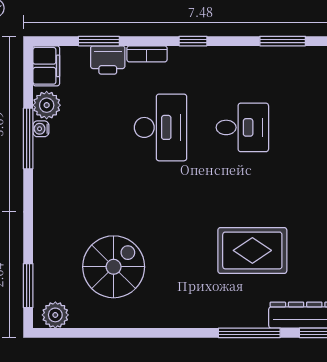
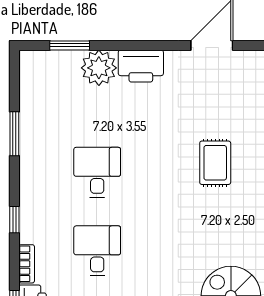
desk: (160, 127) -> (97, 251), width x0.73
rug: (252, 250) -> (215, 163), width x0.73, depth x0.70

